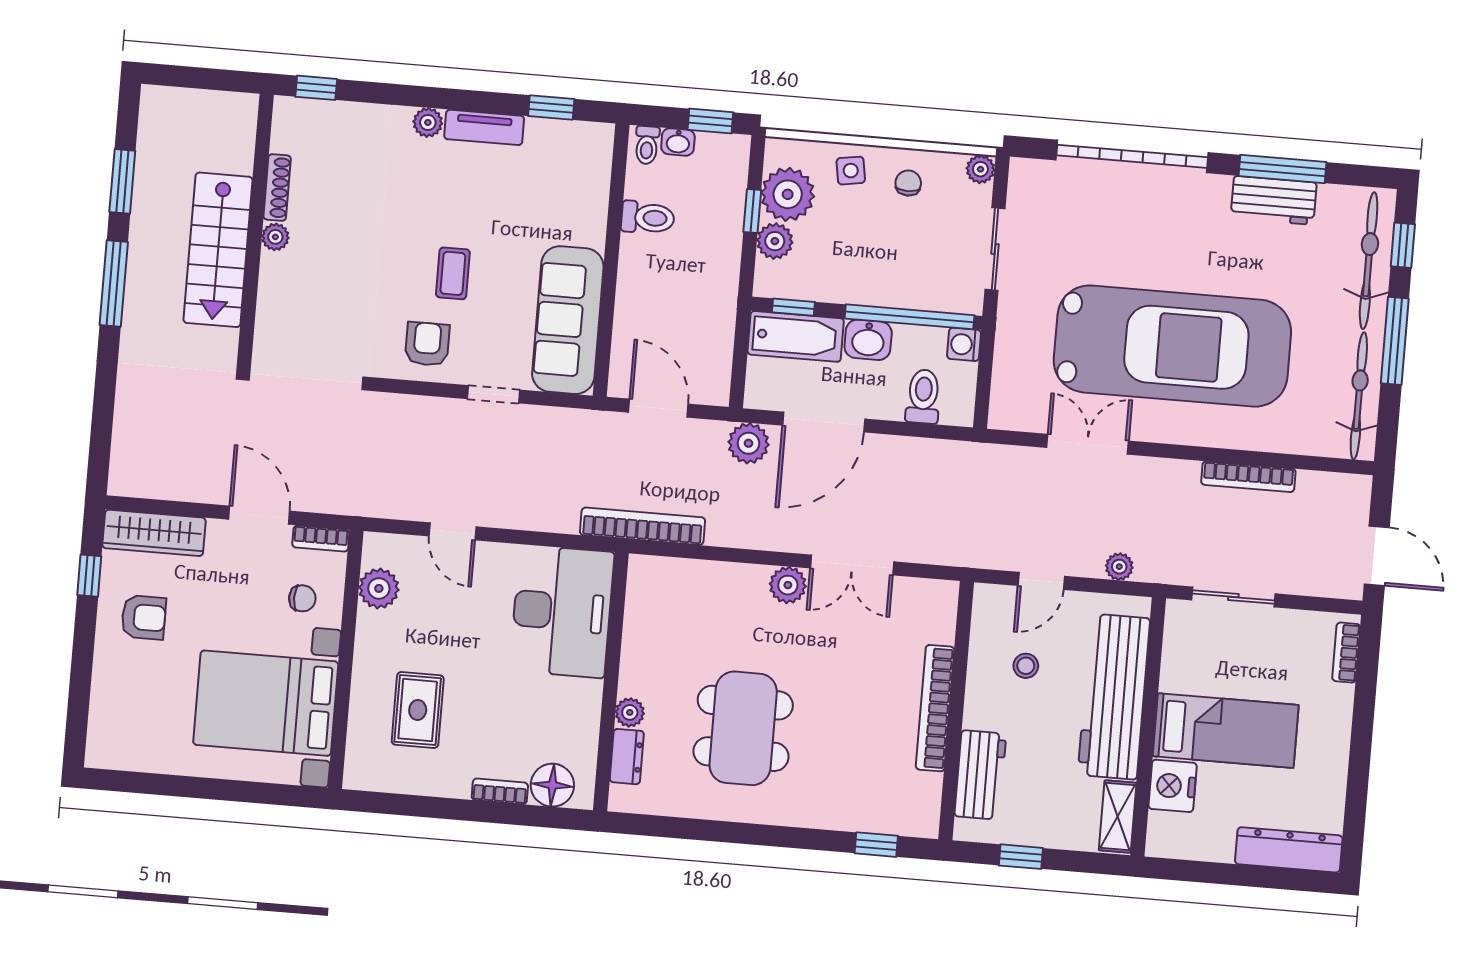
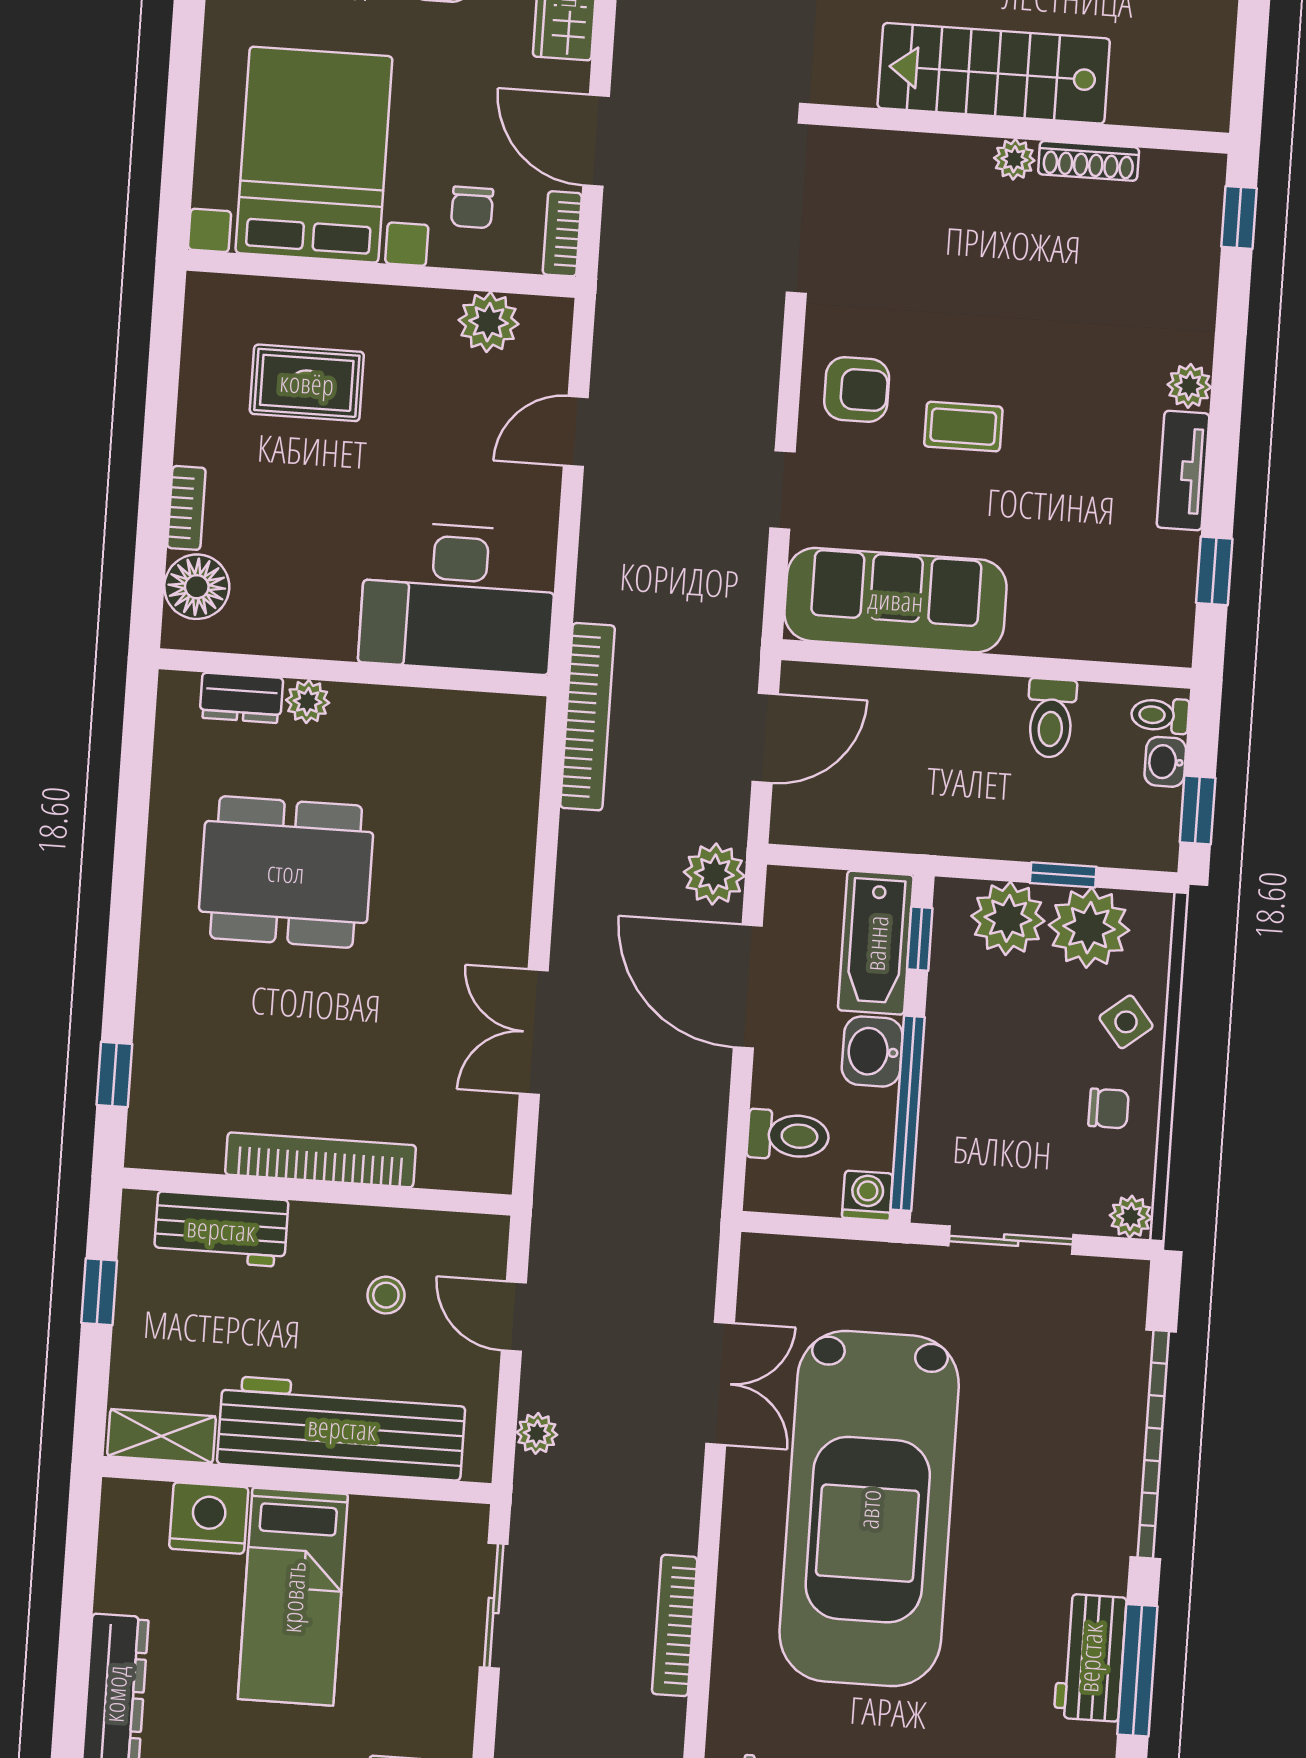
side table: (851, 171) -> (1126, 1022), turned -30
plant: (775, 241) -> (1008, 918), width x1.36, depth x1.36
door: (259, 515) -> (596, 141), swing flipped
plant: (788, 585) -> (502, 936), removed

